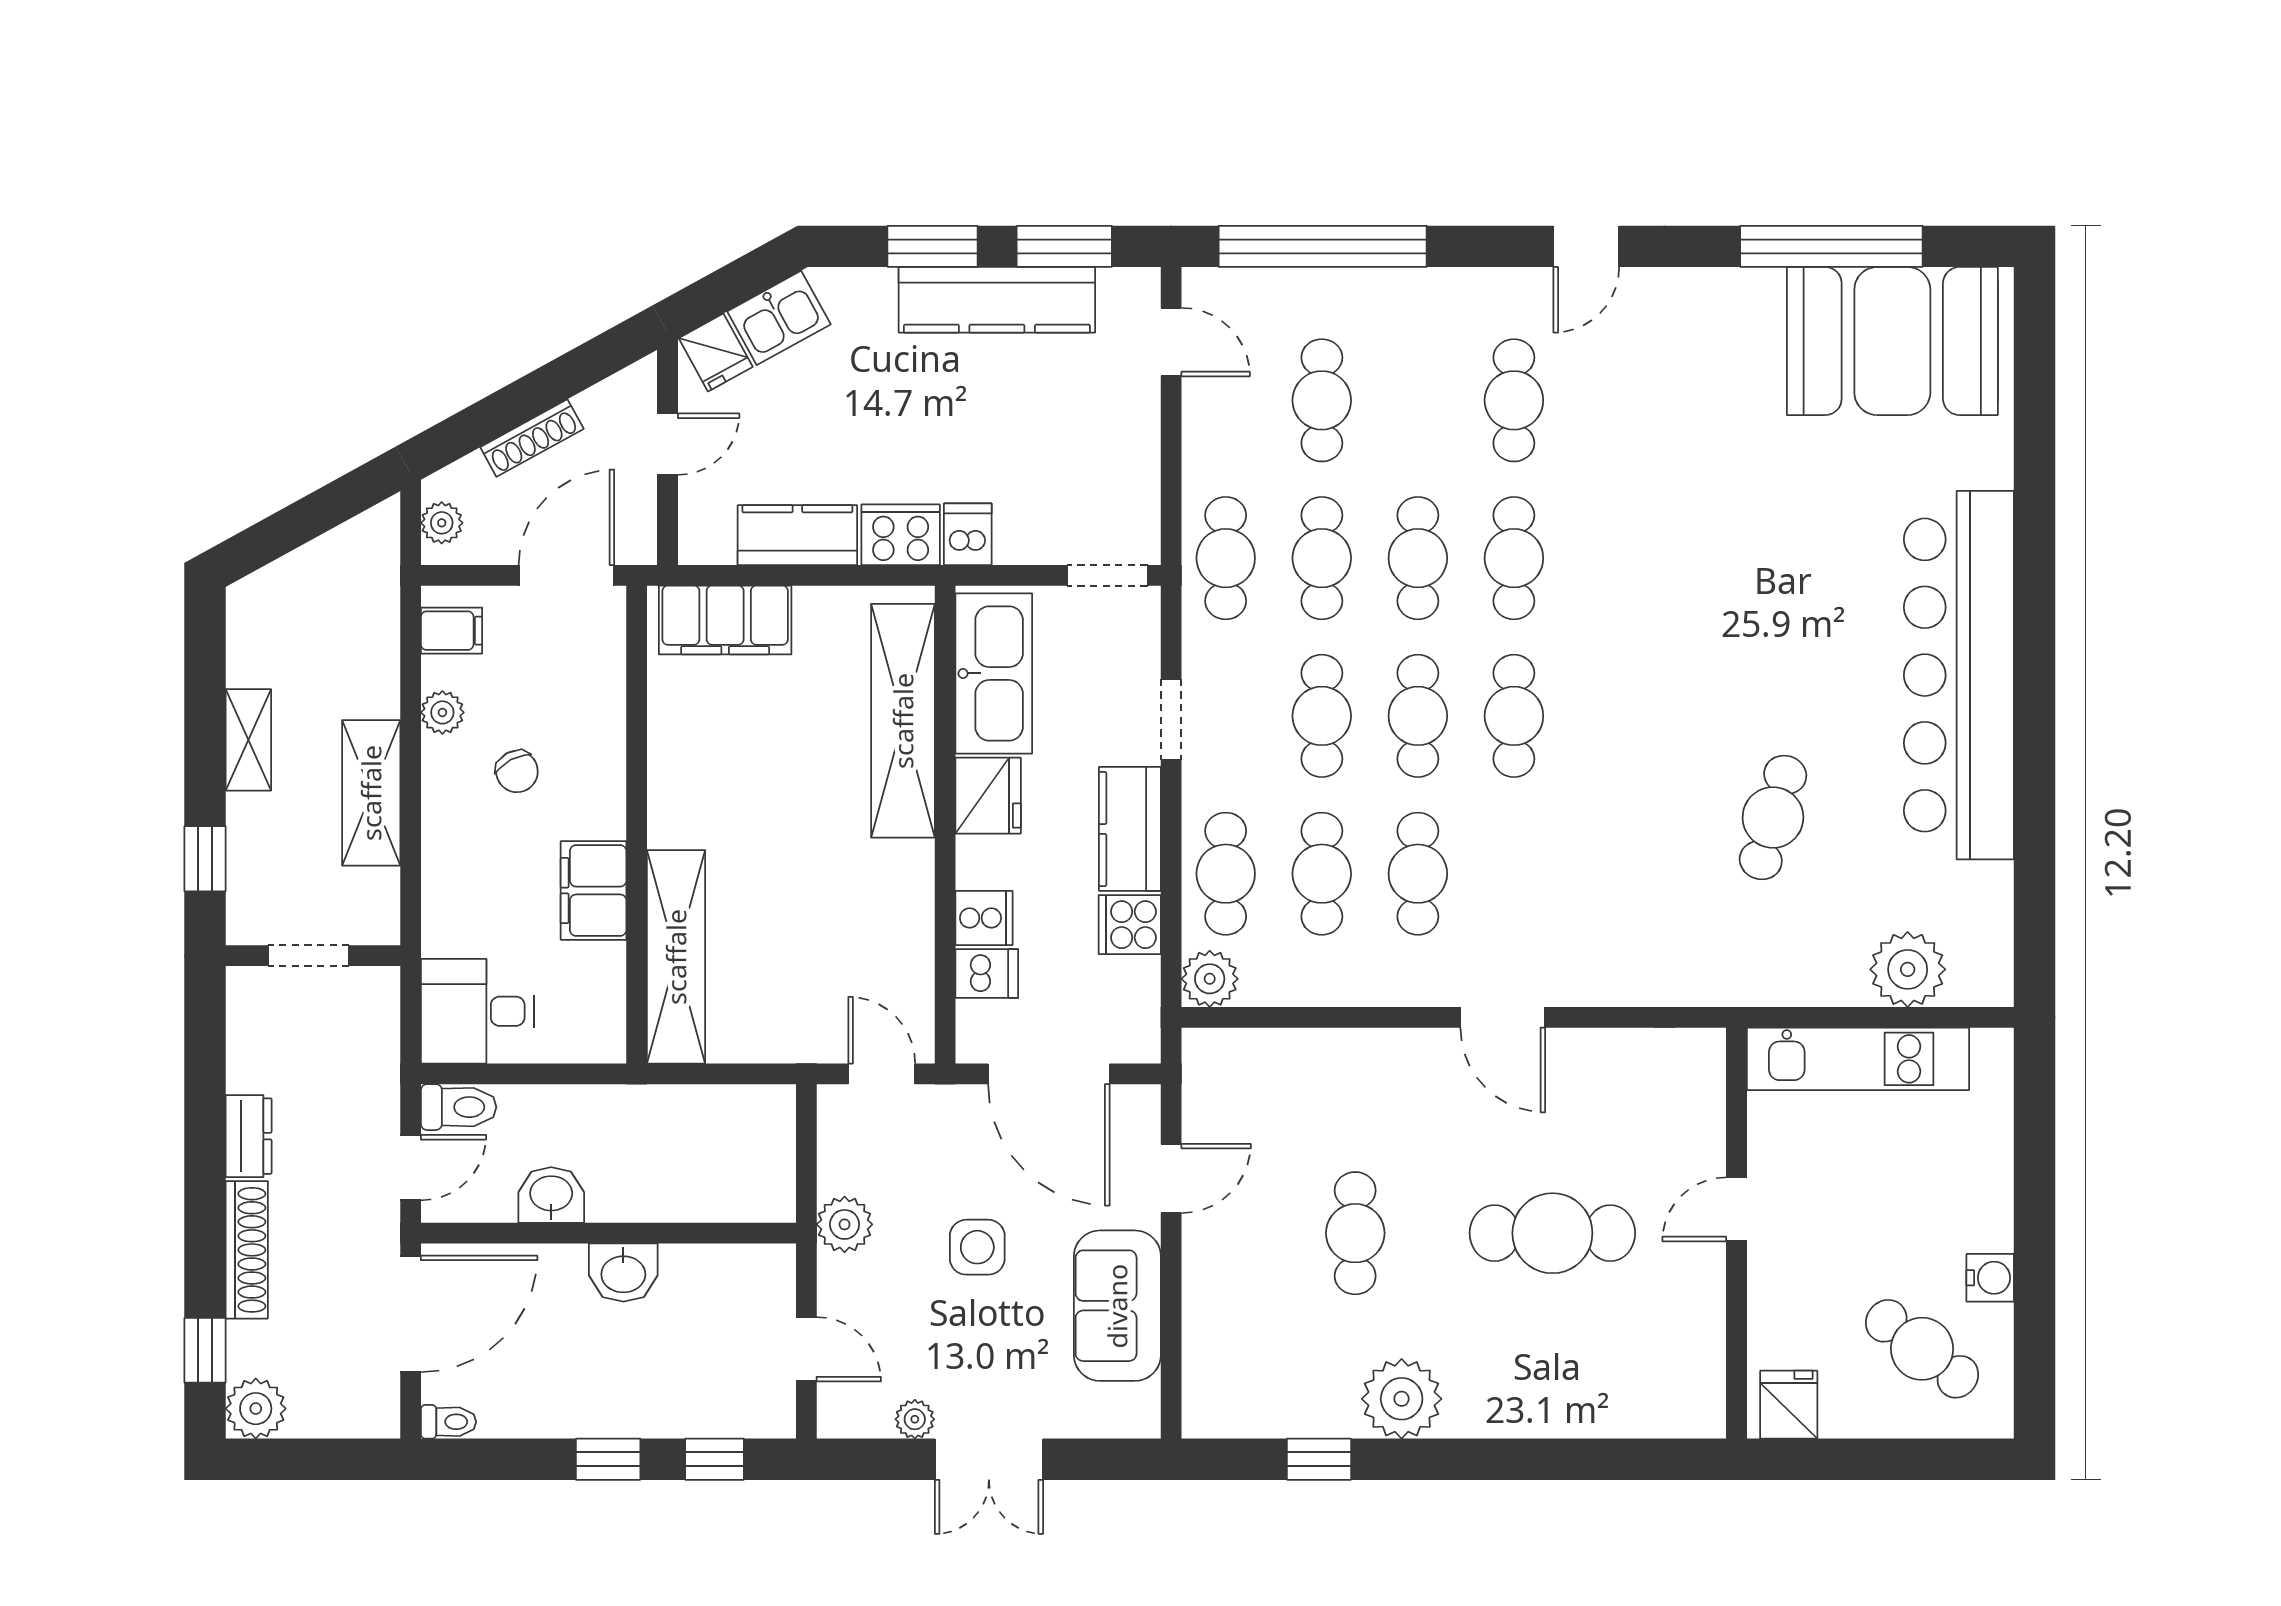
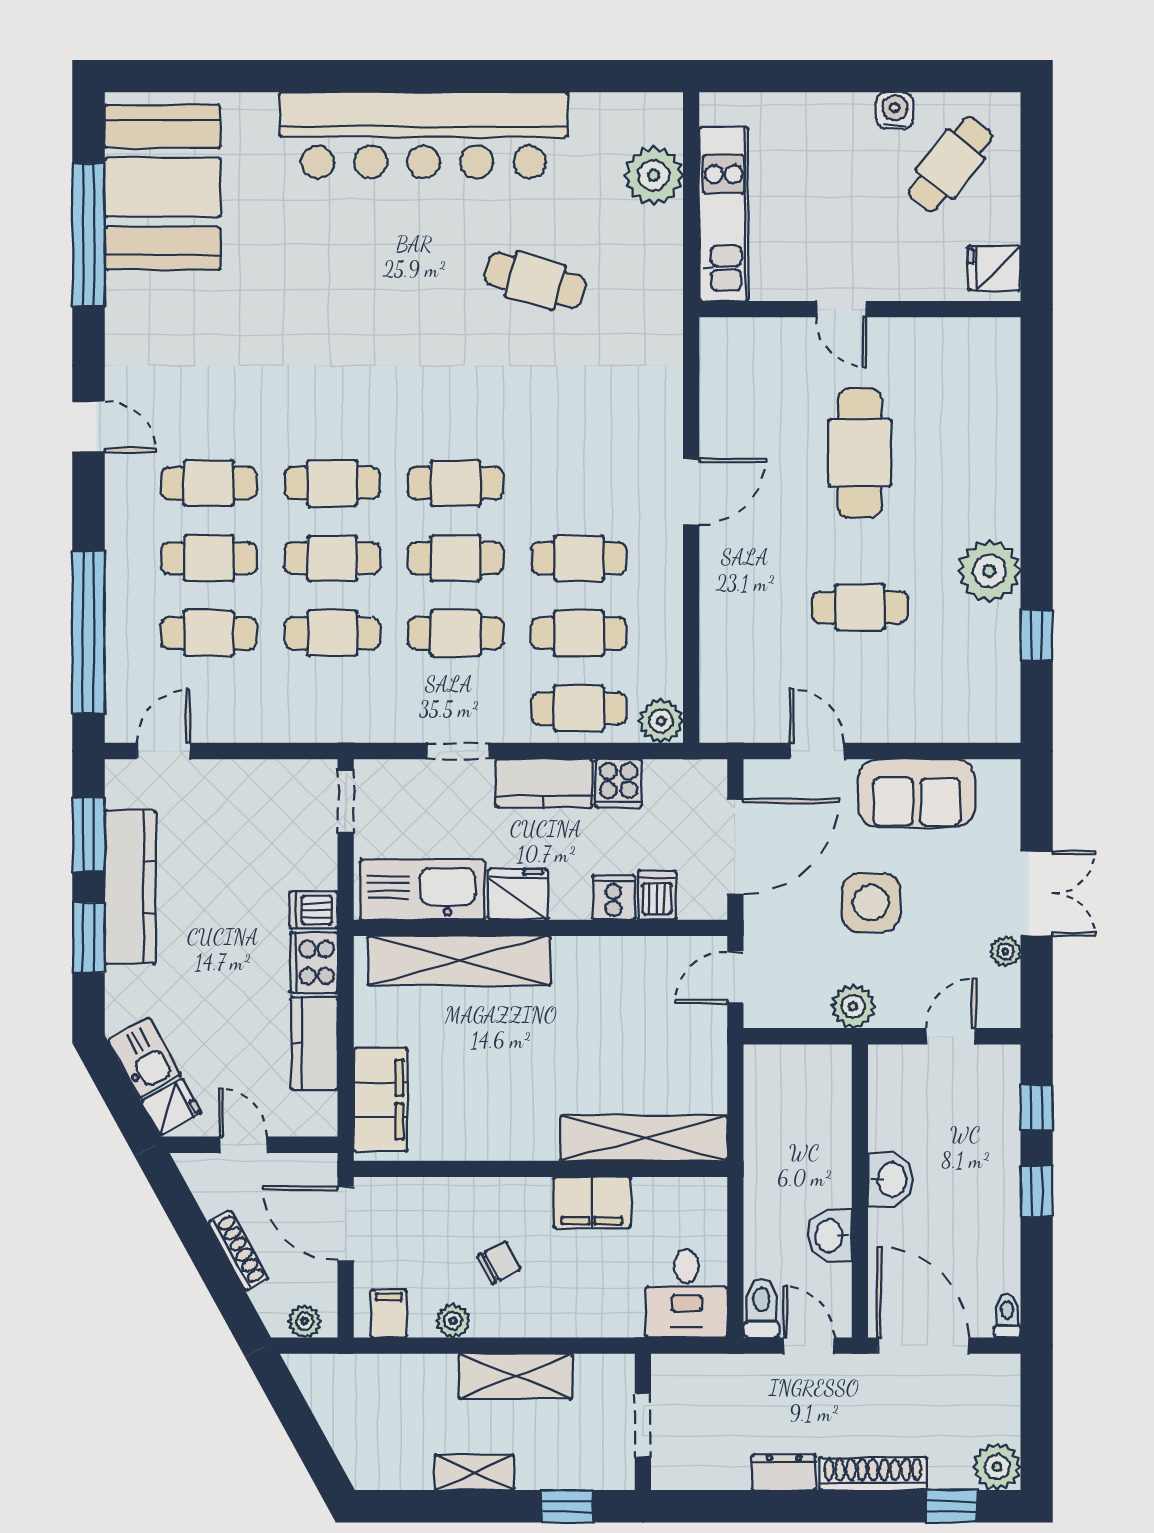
cafe table: (1226, 558) -> (209, 558), moved
side table: (977, 1247) -> (871, 903), width x1.37, depth x1.37

